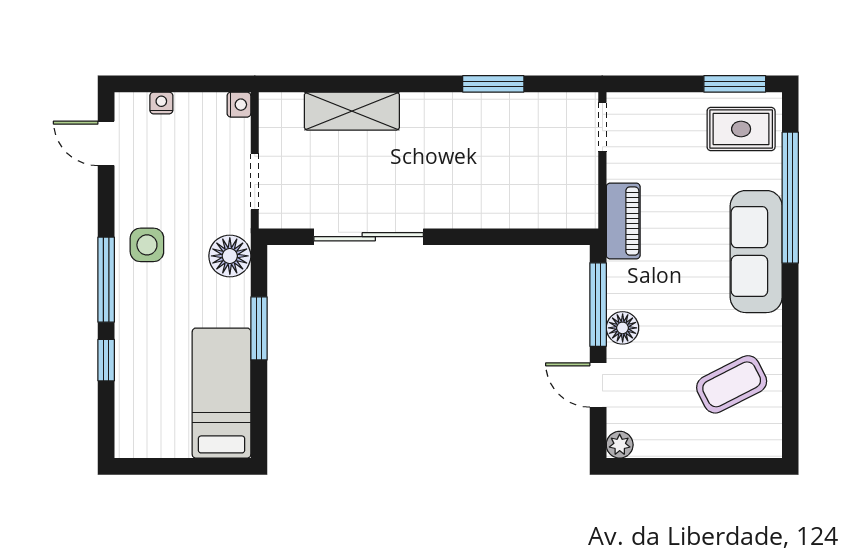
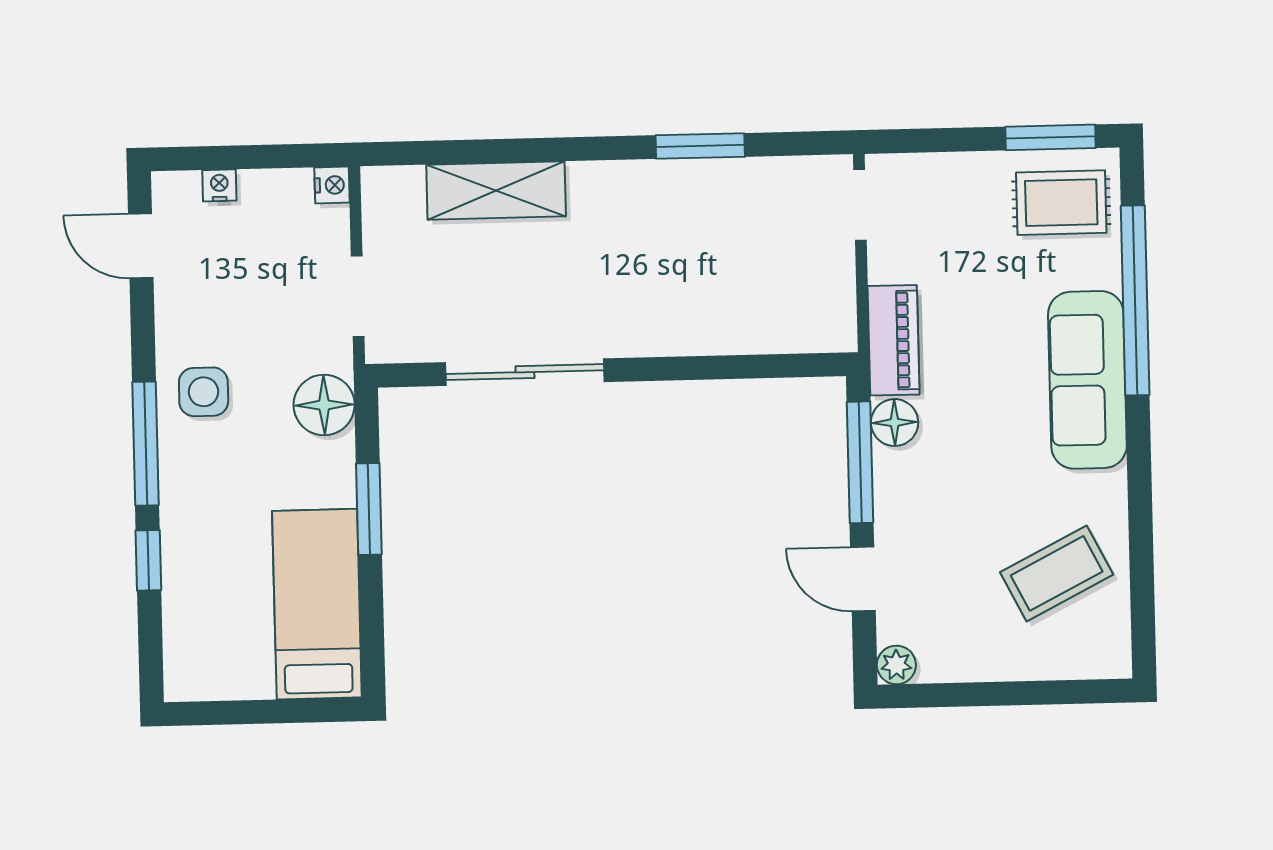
floor lamp: (623, 328) -> (895, 423), moved

